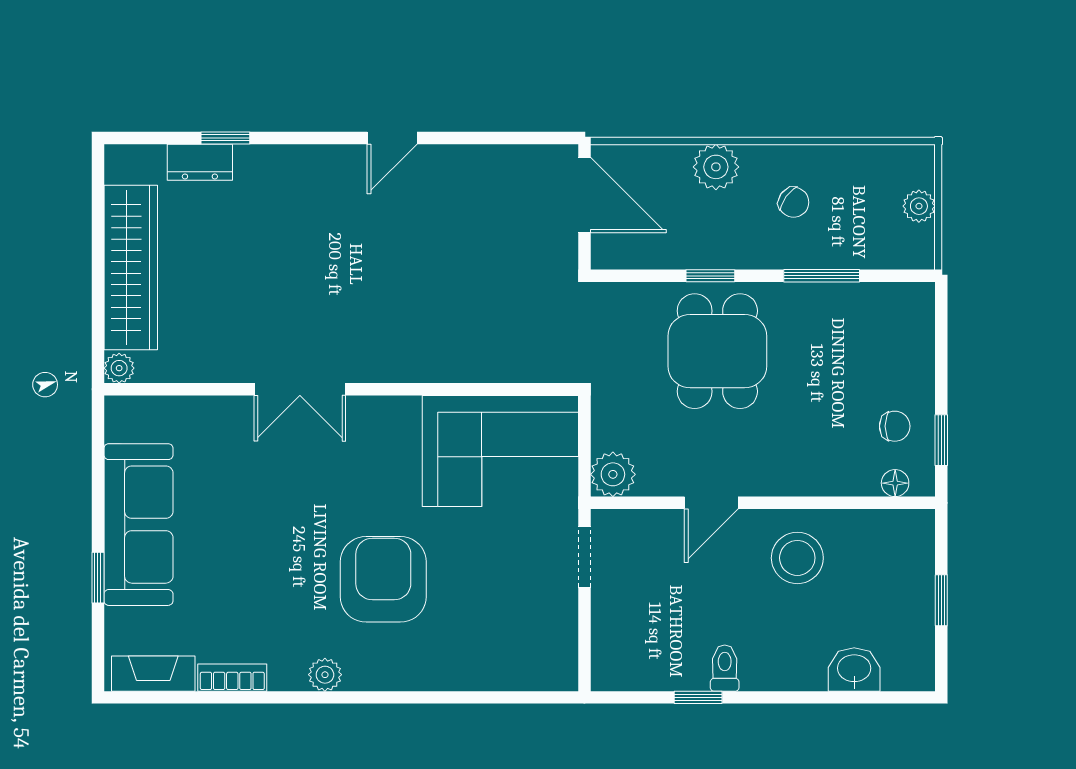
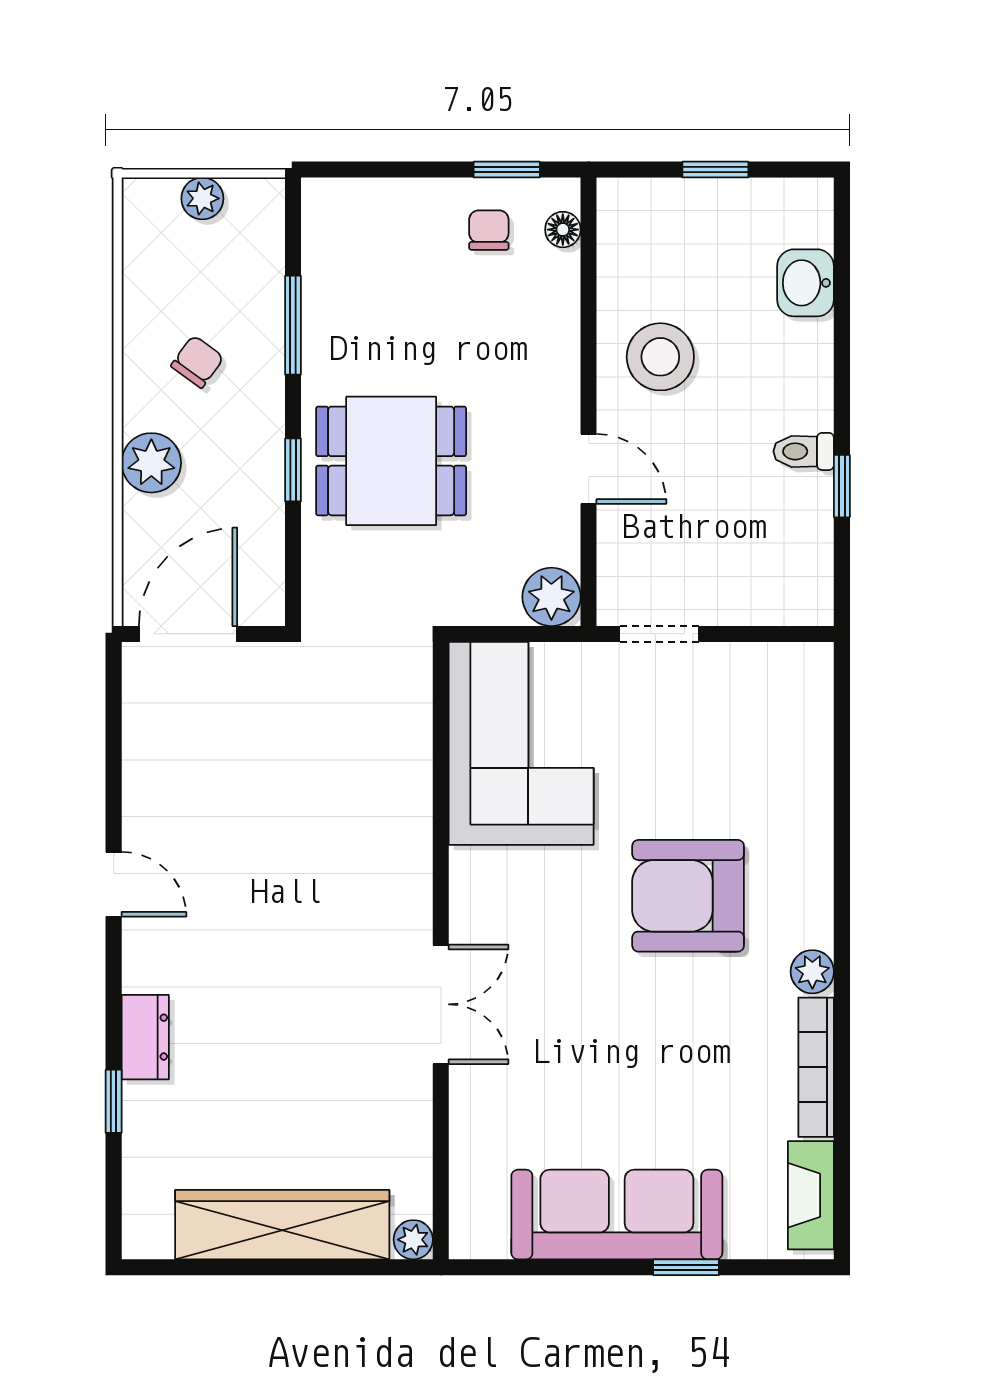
dresser: (200, 162) -> (145, 1037), moved
bookcase: (232, 678) -> (816, 1067), width x1.56

